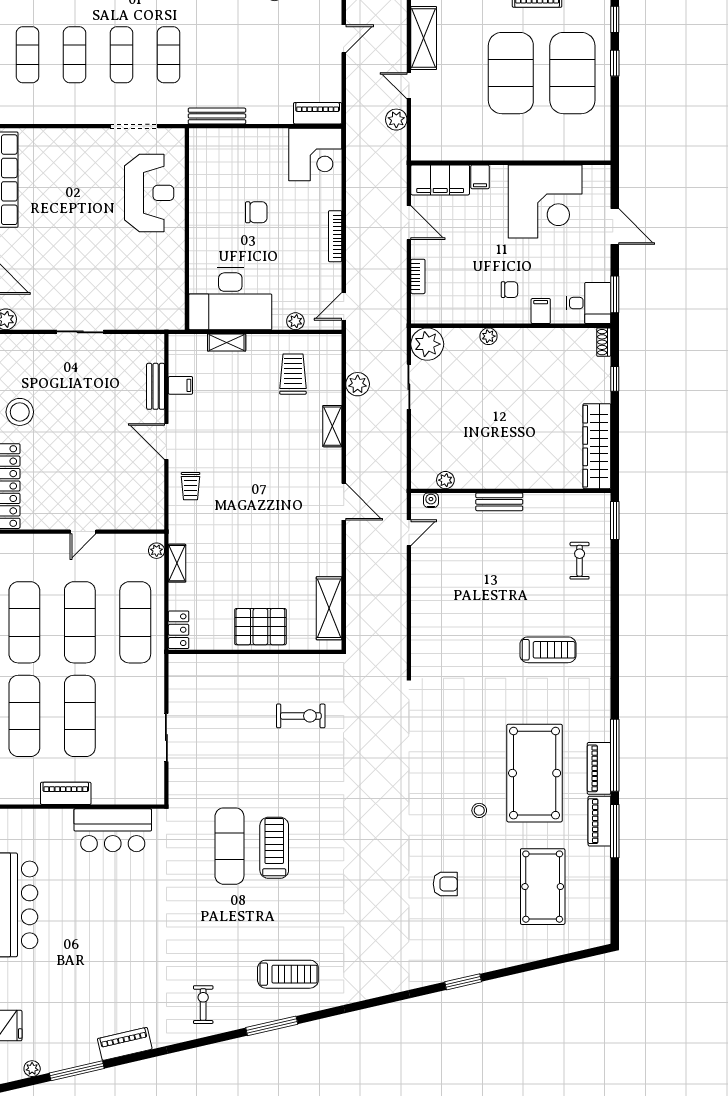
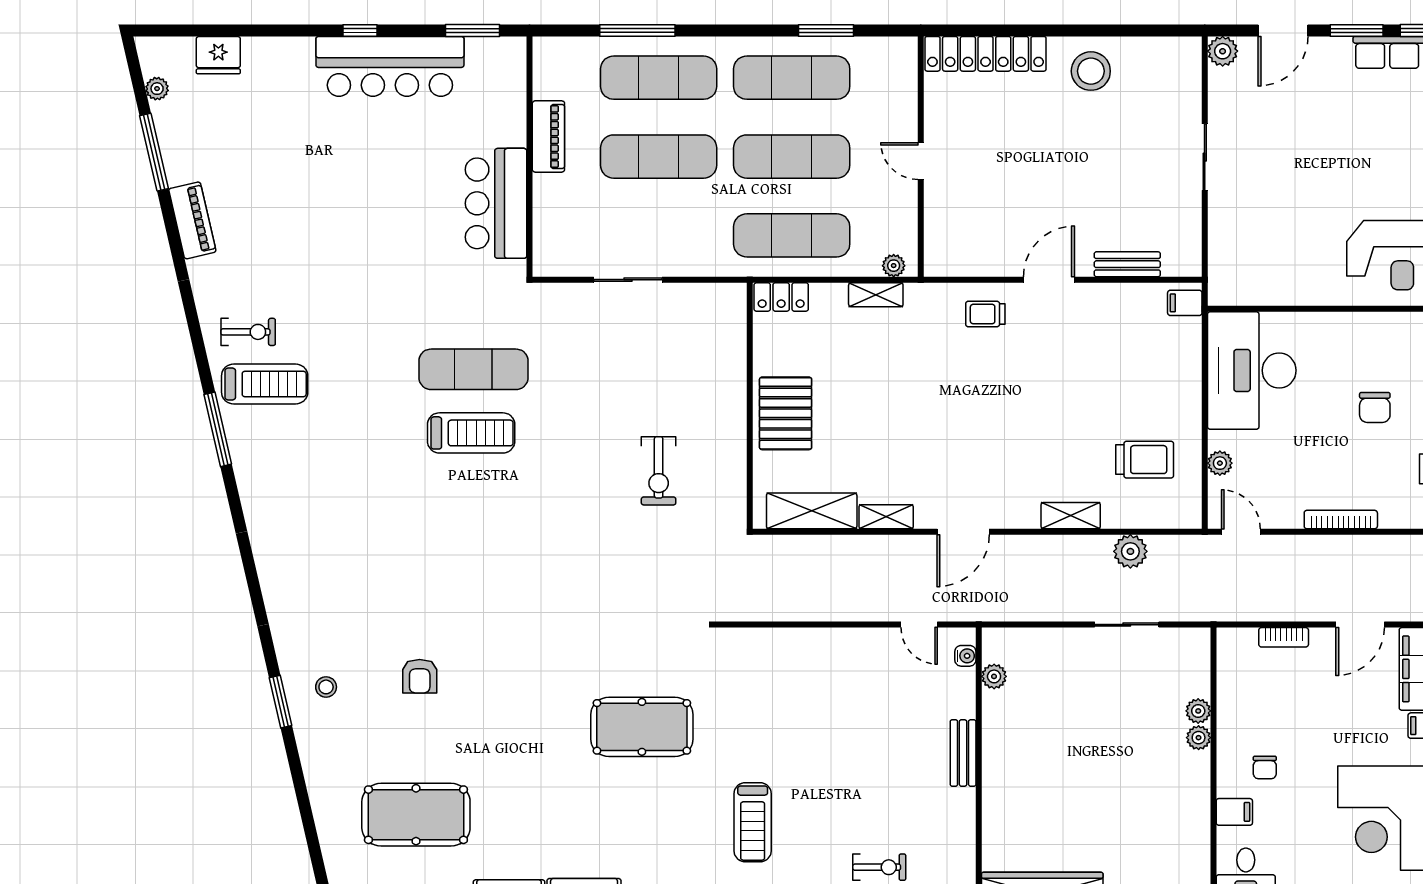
shelving: (227, 342) -> (886, 517), moved, turned 90
plant: (427, 344) -> (1198, 711), moved, width x0.53, depth x0.53
filing cabinet: (180, 385) -> (1185, 303), moved, turned 90
pool table: (535, 773) -> (642, 727), moved, width x0.73, depth x0.76
stool: (479, 810) -> (326, 687), moved
treadmill: (288, 974) -> (265, 384), moved, turned -90

